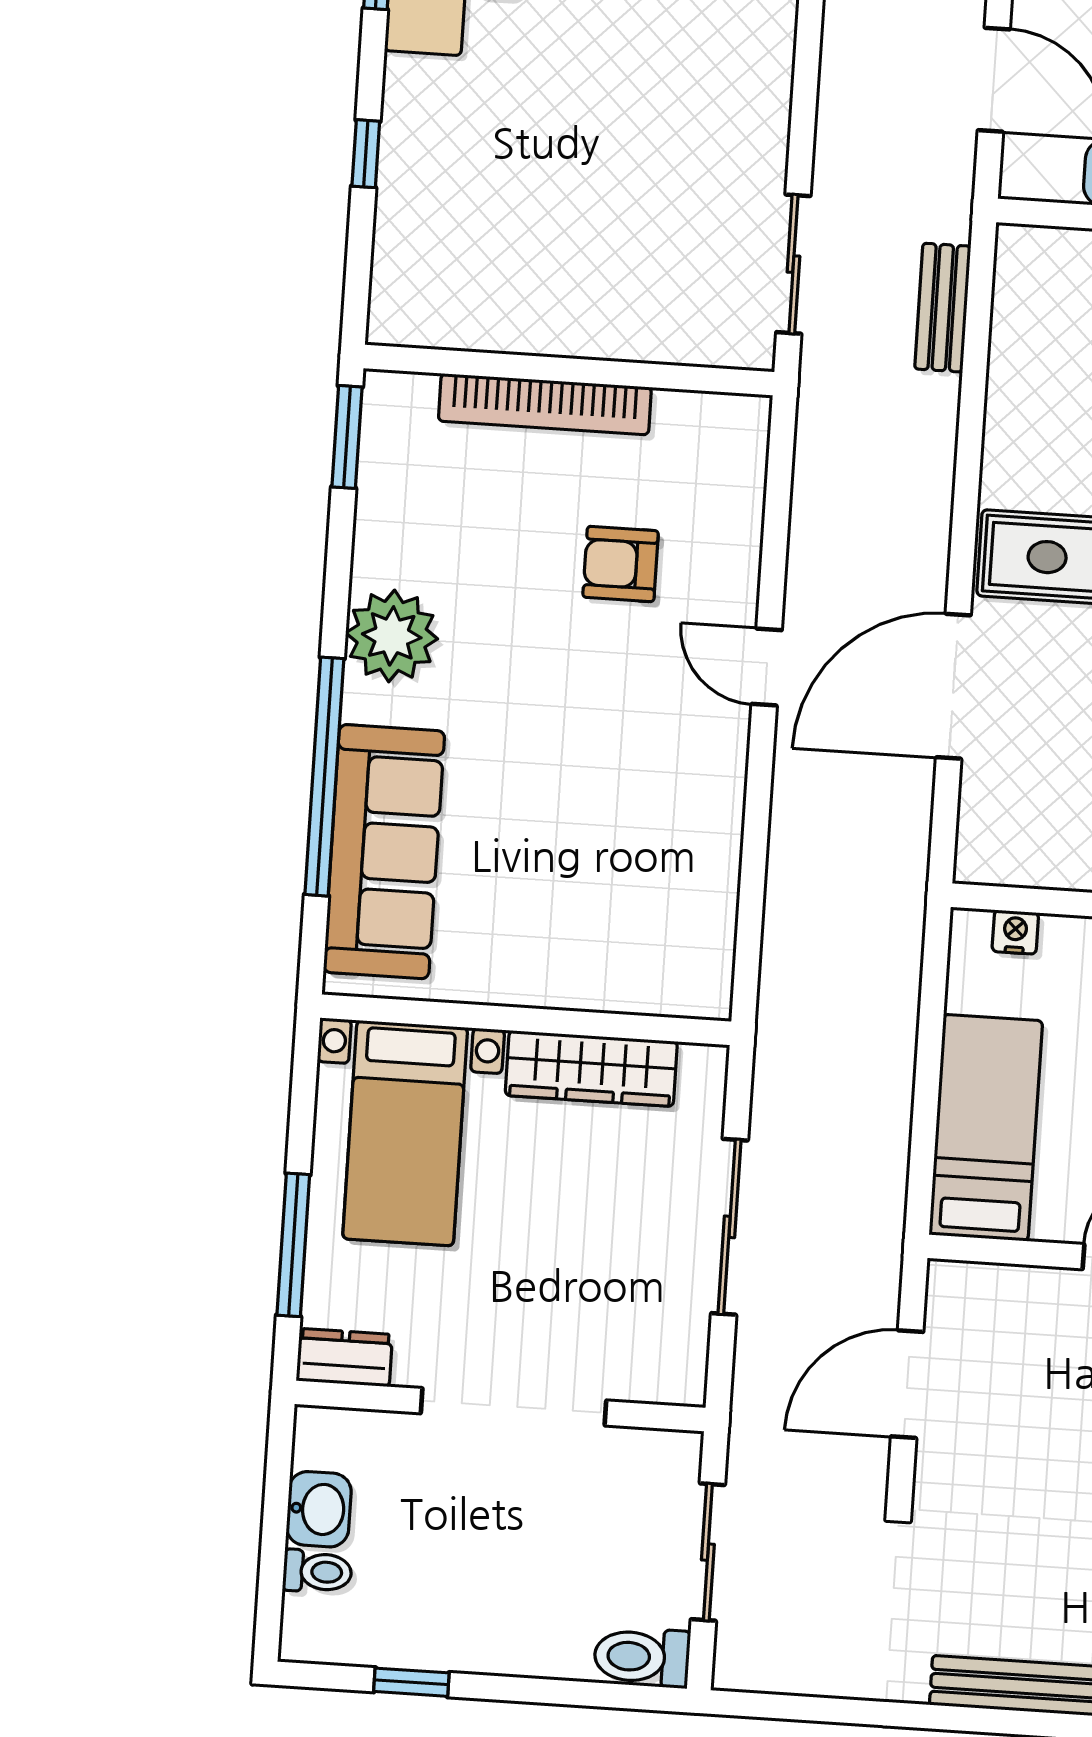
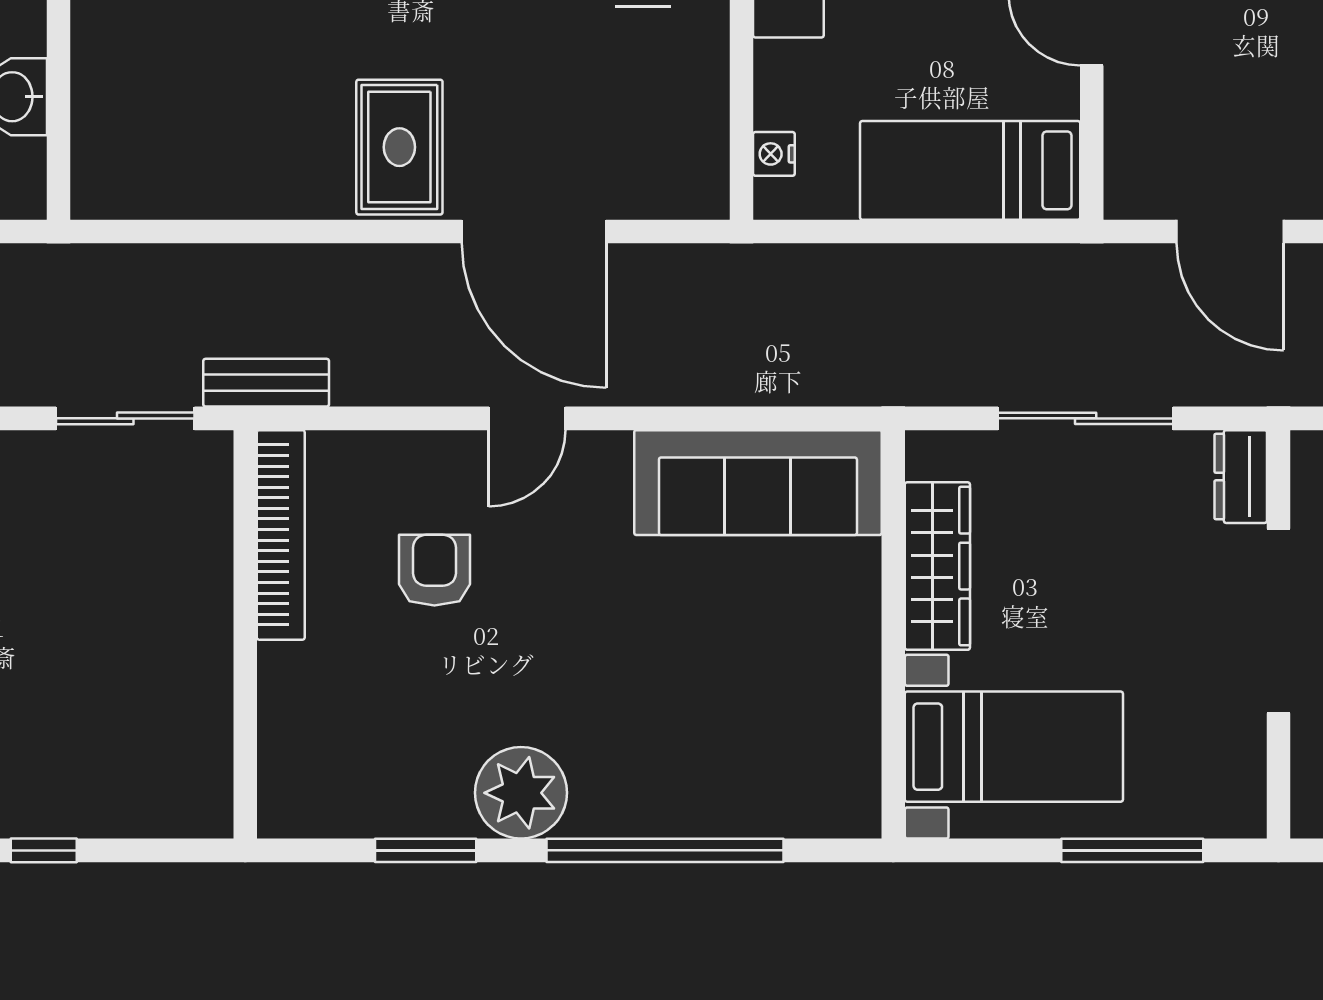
bench: (943, 308) -> (266, 383), moved
bookcase: (545, 404) -> (281, 535), moved
window: (347, 437) -> (426, 850), moved
armchair: (621, 564) -> (434, 570), turned 180
sofa: (384, 852) -> (758, 483), moved, turned 180
dresser: (344, 1358) -> (1241, 477), moved

